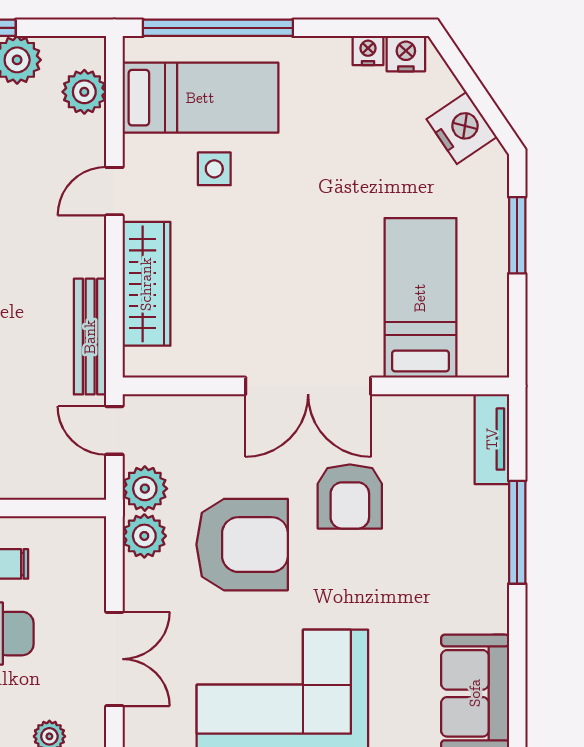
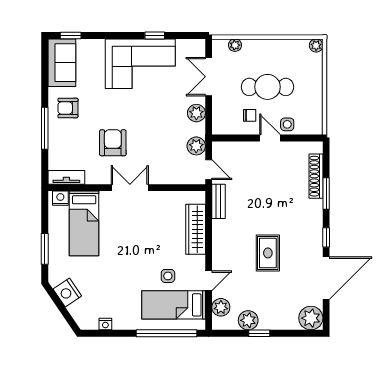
nightstand: (406, 54) -> (60, 198), moved, turned 180
door: (114, 191) -> (209, 281), moved
bench: (90, 337) -> (218, 201), width x0.73
double door: (308, 386) -> (130, 188), width x0.73
tv unit: (492, 439) -> (66, 177), moved, turned -90
plant: (144, 536) -> (196, 113), moved
armchair: (242, 545) -> (68, 108), moved, width x0.53, depth x0.53

